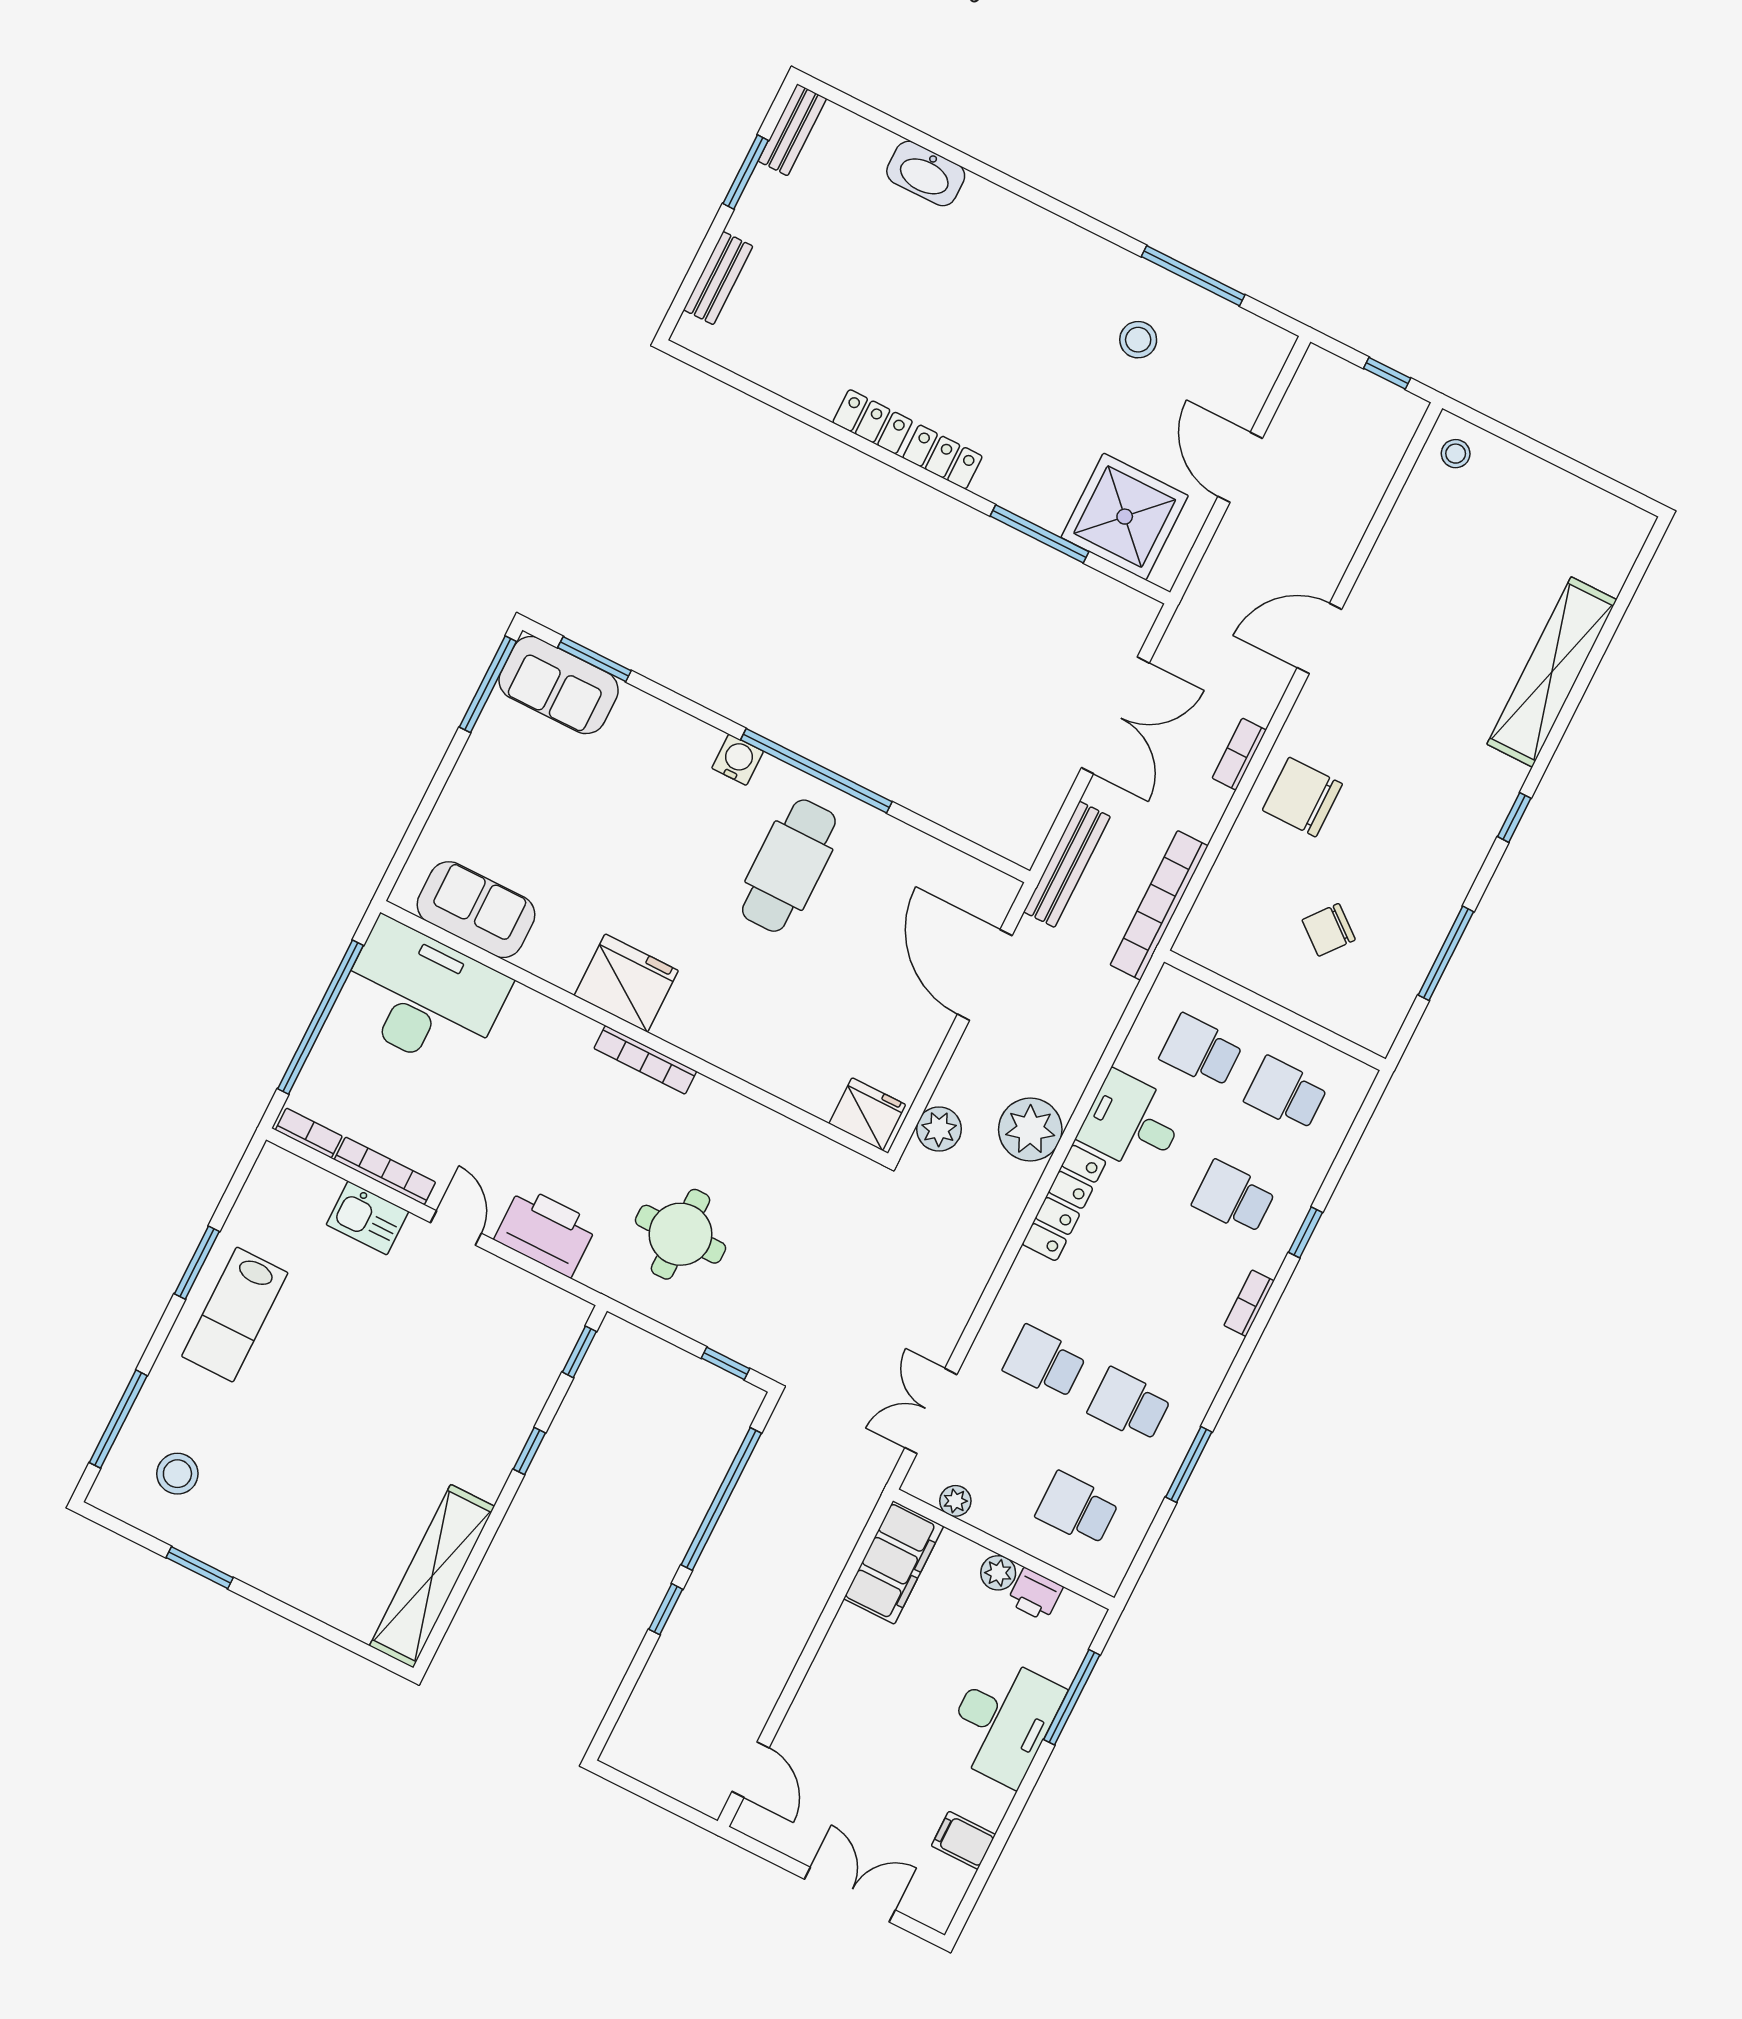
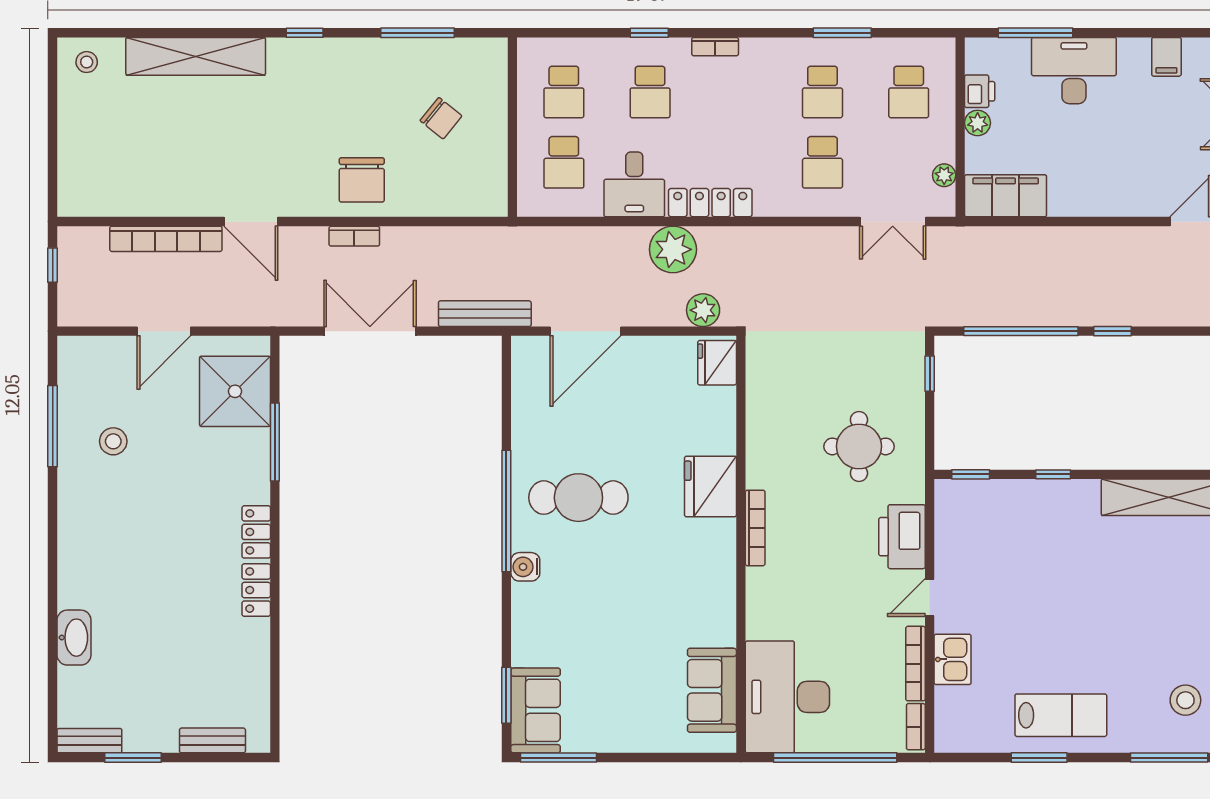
stool: (1456, 454) -> (87, 62), moved
bookcase: (1159, 905) -> (166, 239), moved
fridge: (626, 983) -> (710, 487), moved

